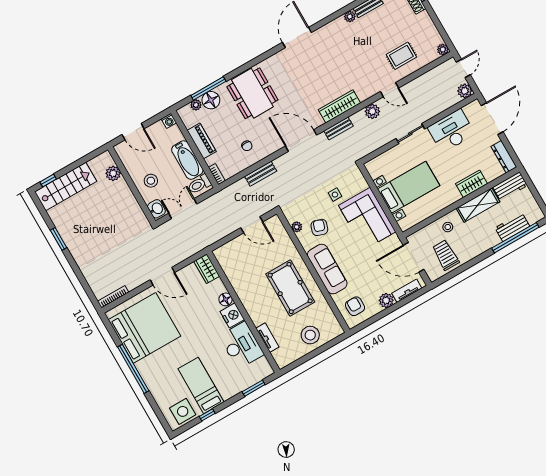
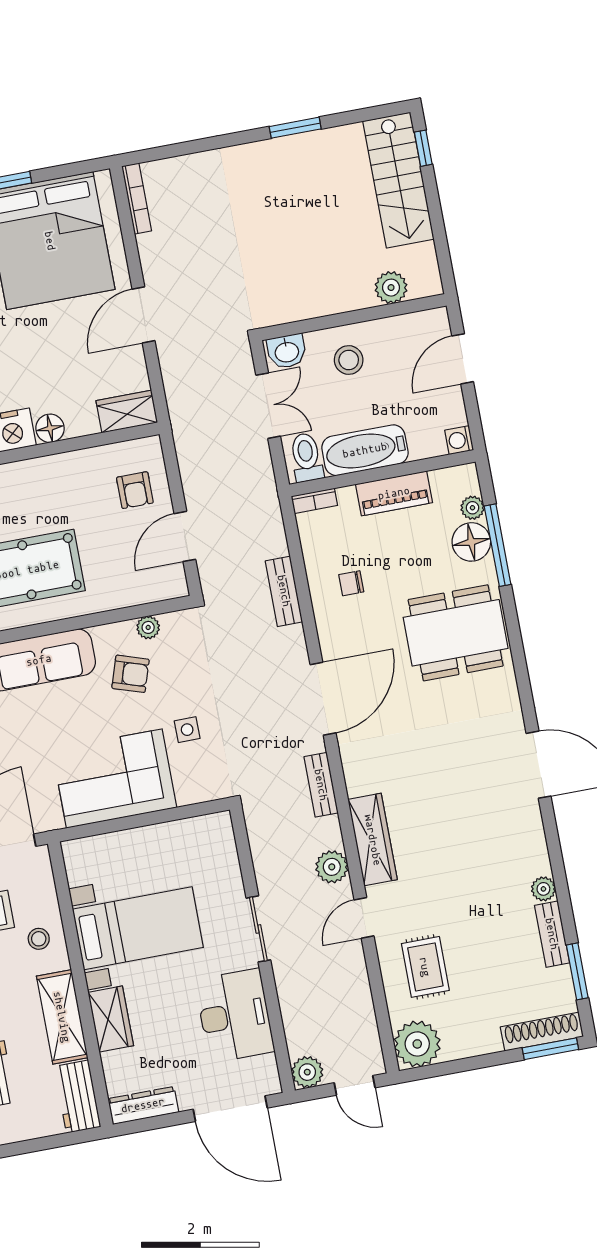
plant: (443, 49) -> (417, 1044), width x1.88, depth x1.88
wardrobe: (339, 106) -> (373, 840), moved
bed with nightstands: (409, 187) -> (138, 928), moved, turned -90
armchair: (239, 253) -> (135, 490), added

